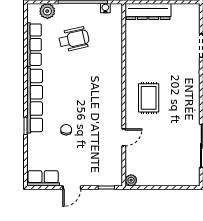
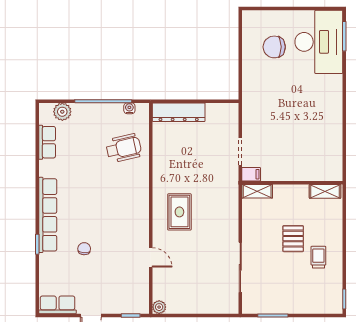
wheelchair: (74, 39) -> (124, 148), moved
row of seats: (34, 45) -> (47, 142), width x0.68
door: (124, 137) -> (151, 257), hinge flipped

